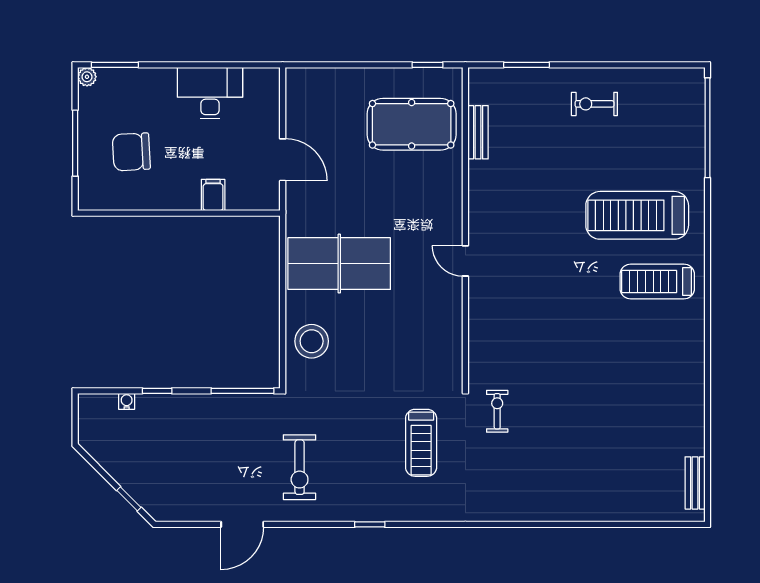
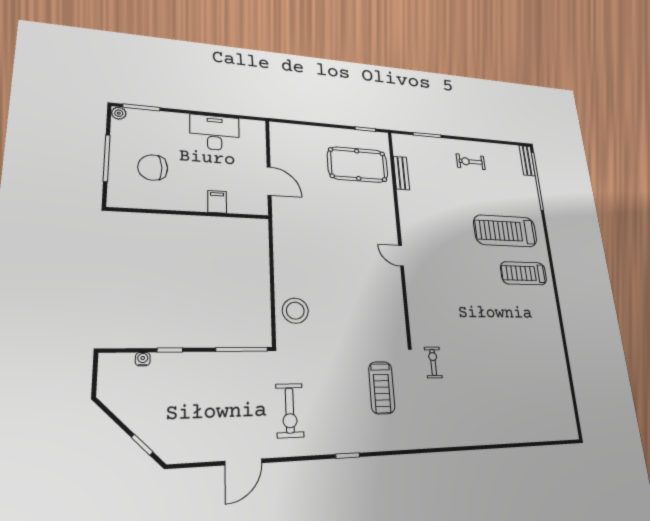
table tennis table: (339, 264) -> (313, 254), removed
bench: (695, 483) -> (527, 161), moved

